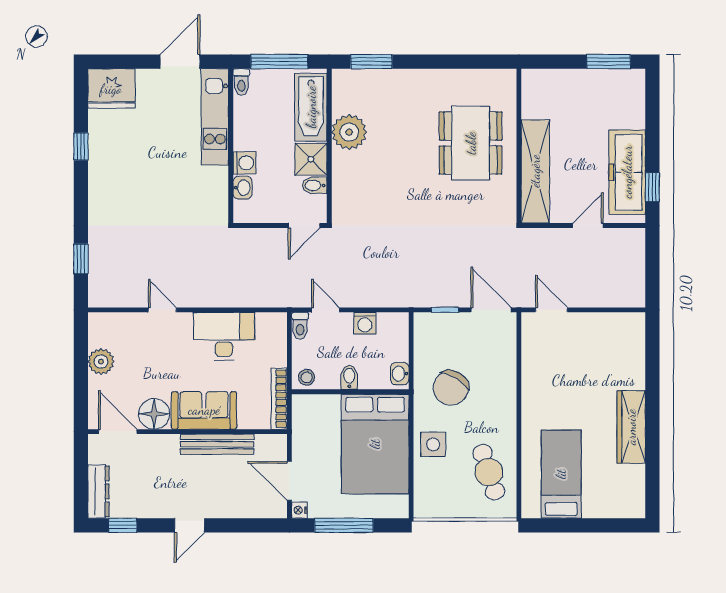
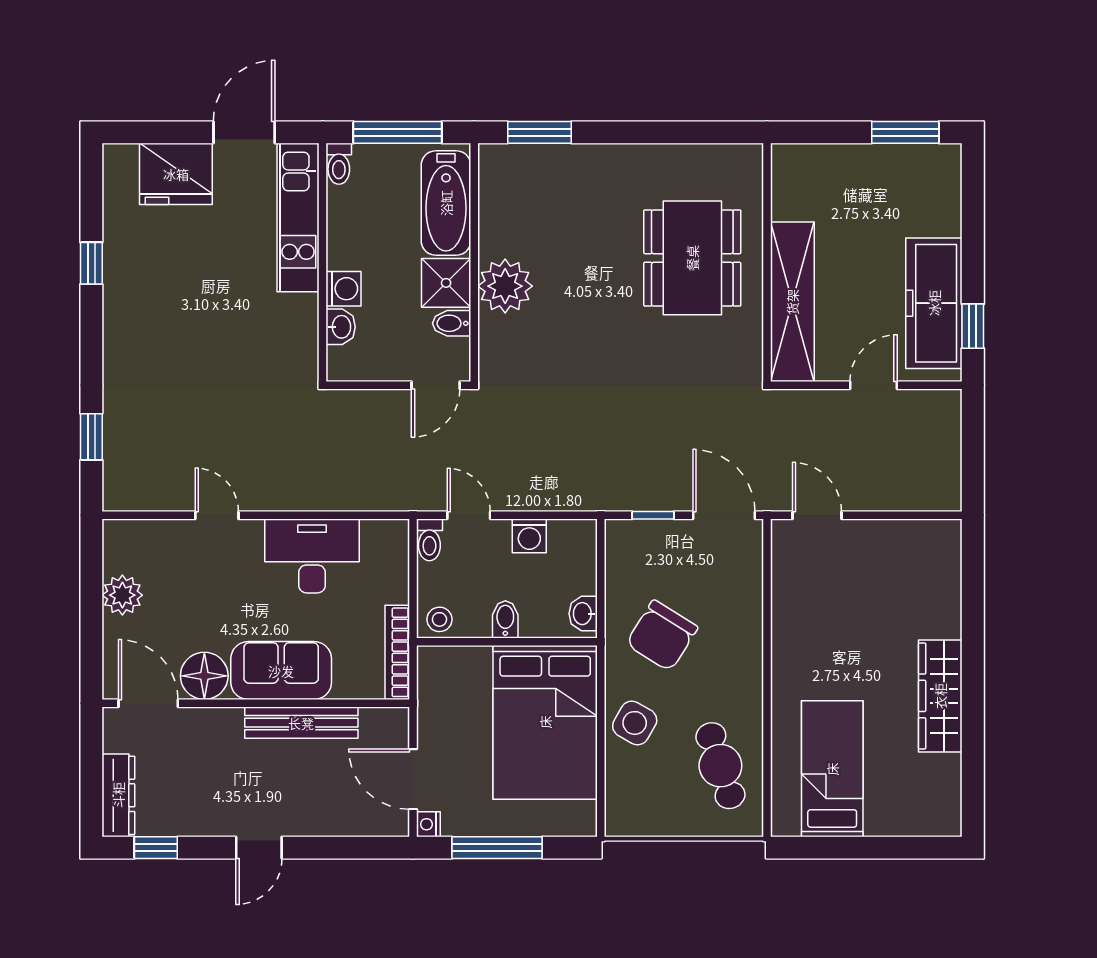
fridge: (111, 89) -> (176, 174), moved
plant: (349, 132) -> (505, 286), moved
side table: (433, 444) -> (635, 723), turned 30

